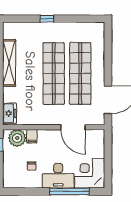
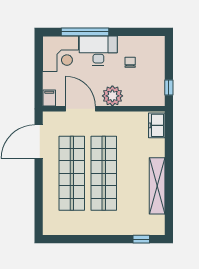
window: (47, 19) -> (141, 239), moved
filing cabinet: (32, 136) -> (49, 98), moved
plant: (17, 138) -> (112, 96), moved

